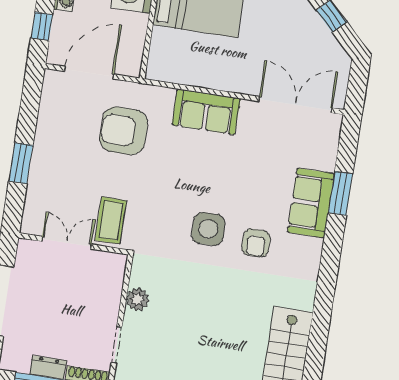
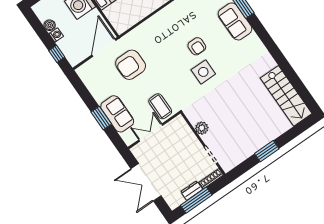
door: (89, 73) -> (104, 48), moved
sofa: (206, 112) -> (117, 114), moved, turned -90
armchair: (256, 243) -> (197, 46), moved

